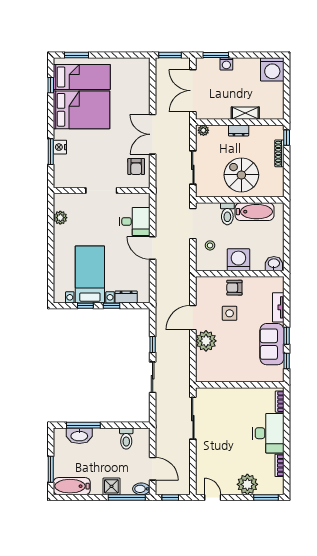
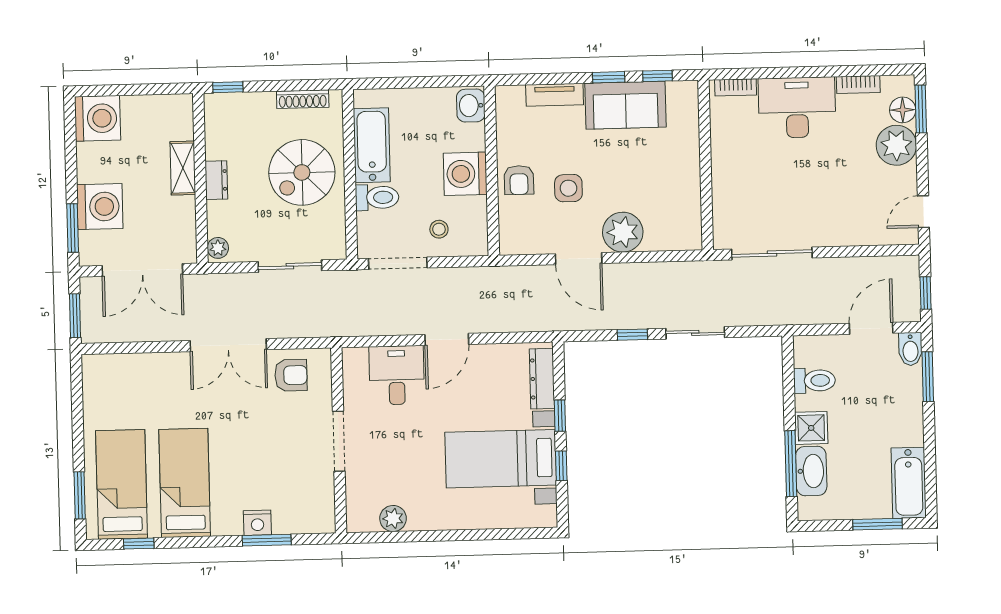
washing machine: (226, 64) -> (100, 207), width x1.89, depth x1.89
bed: (82, 110) -> (185, 483), width x0.67
shoe rack: (279, 153) -> (303, 99), moved
dresser: (126, 297) -> (542, 379), width x1.44
shower: (111, 486) -> (811, 428), moved
floor lamp: (266, 488) -> (903, 110), added
window: (127, 497) -> (928, 377), width x0.69

